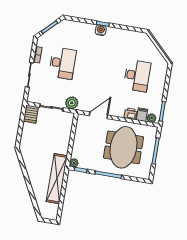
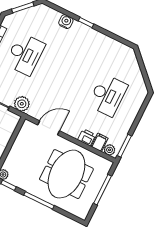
water cooler: (101, 30) -> (66, 22), moved

